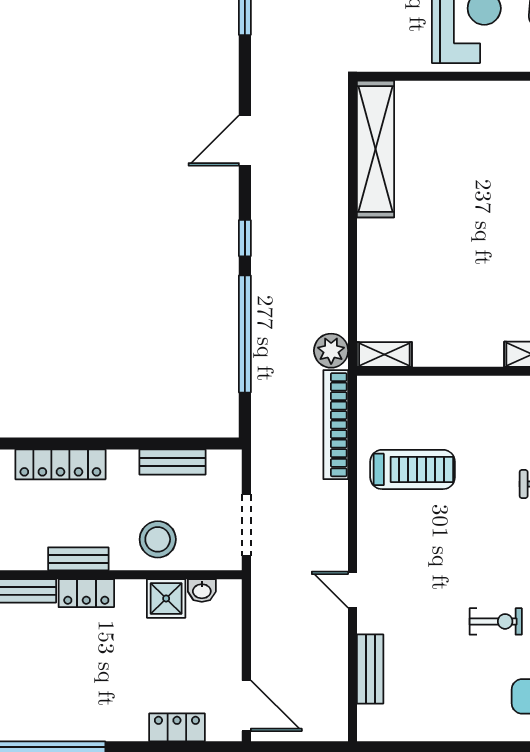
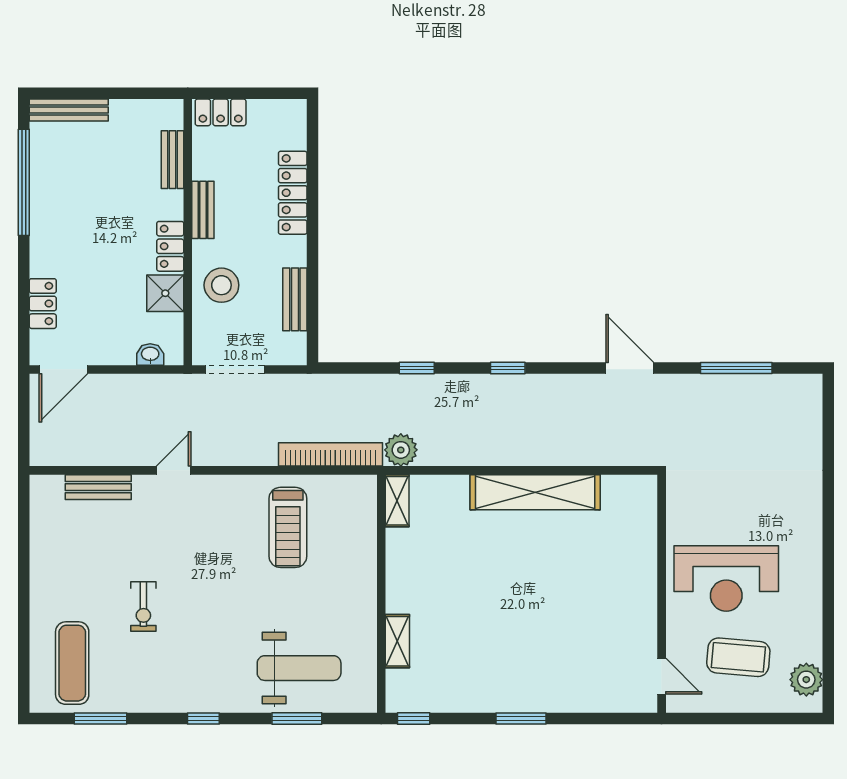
door: (245, 141) -> (630, 368), moved
shelving: (376, 149) -> (535, 492), moved
window: (245, 334) -> (417, 368), width x0.32
washbasin: (202, 591) -> (150, 354), moved, turned 90
locker: (86, 593) -> (170, 246), moved

